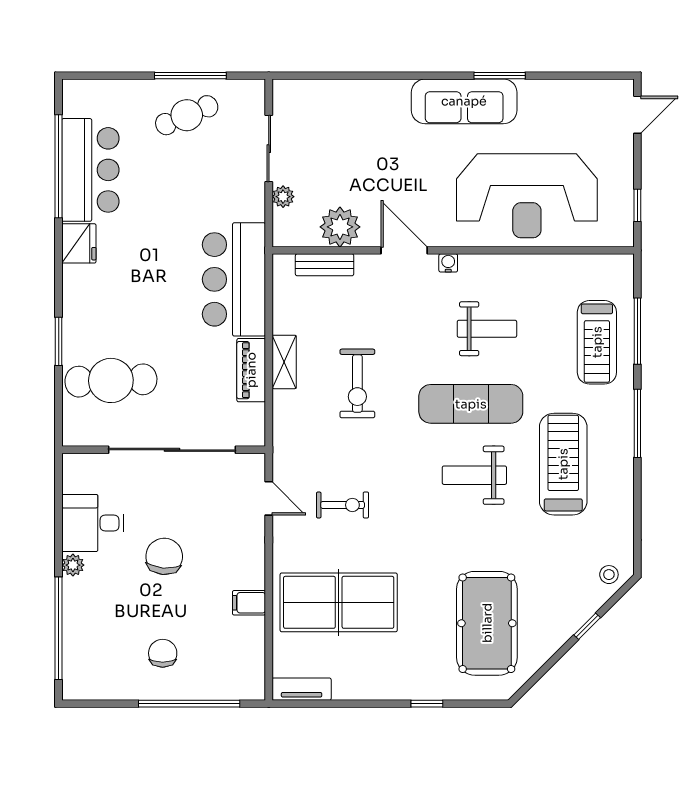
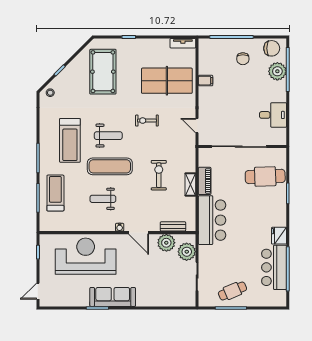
plant: (283, 197) -> (187, 252), width x1.88, depth x1.88
exercise bike: (343, 505) -> (147, 121), moved
chair: (164, 556) -> (272, 48), moved, turned -95
plant: (73, 565) -> (277, 71), moved, width x1.87, depth x1.87

